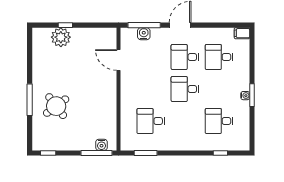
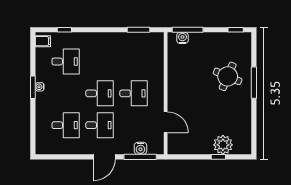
filing cabinet: (242, 33) -> (43, 41), moved
round table: (56, 106) -> (228, 76), turned -30
desk: (151, 121) -> (133, 93), moved

